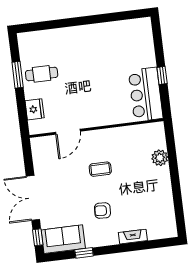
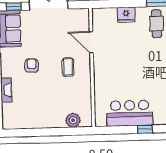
wall: (96, 128) -> (92, 68), moved
door: (68, 132) -> (91, 42), moved

